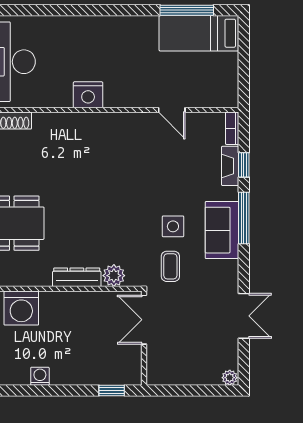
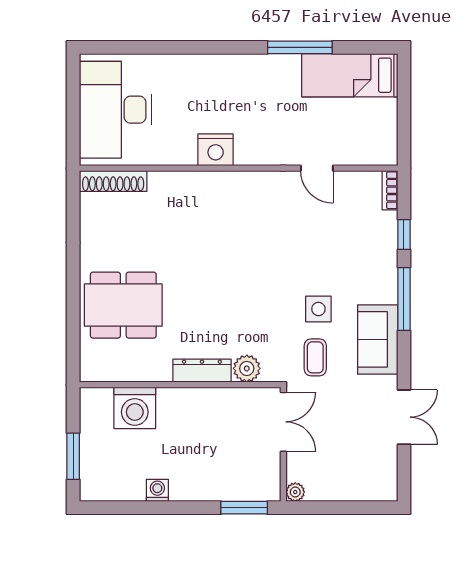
window: (187, 10) -> (300, 47), moved
fireplace: (230, 166) -> (388, 236), removed
sofa: (222, 230) -> (378, 339), moved
double door: (144, 320) -> (283, 422), swing flipped
plant: (230, 378) -> (295, 492), moved
window: (112, 391) -> (244, 508), width x1.50

